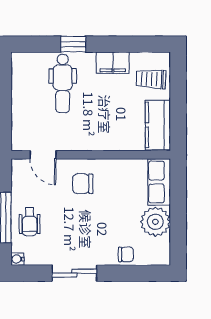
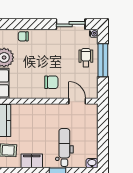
washbasin: (20, 59) -> (92, 163), added
sliding door: (74, 273) -> (71, 24), moved

